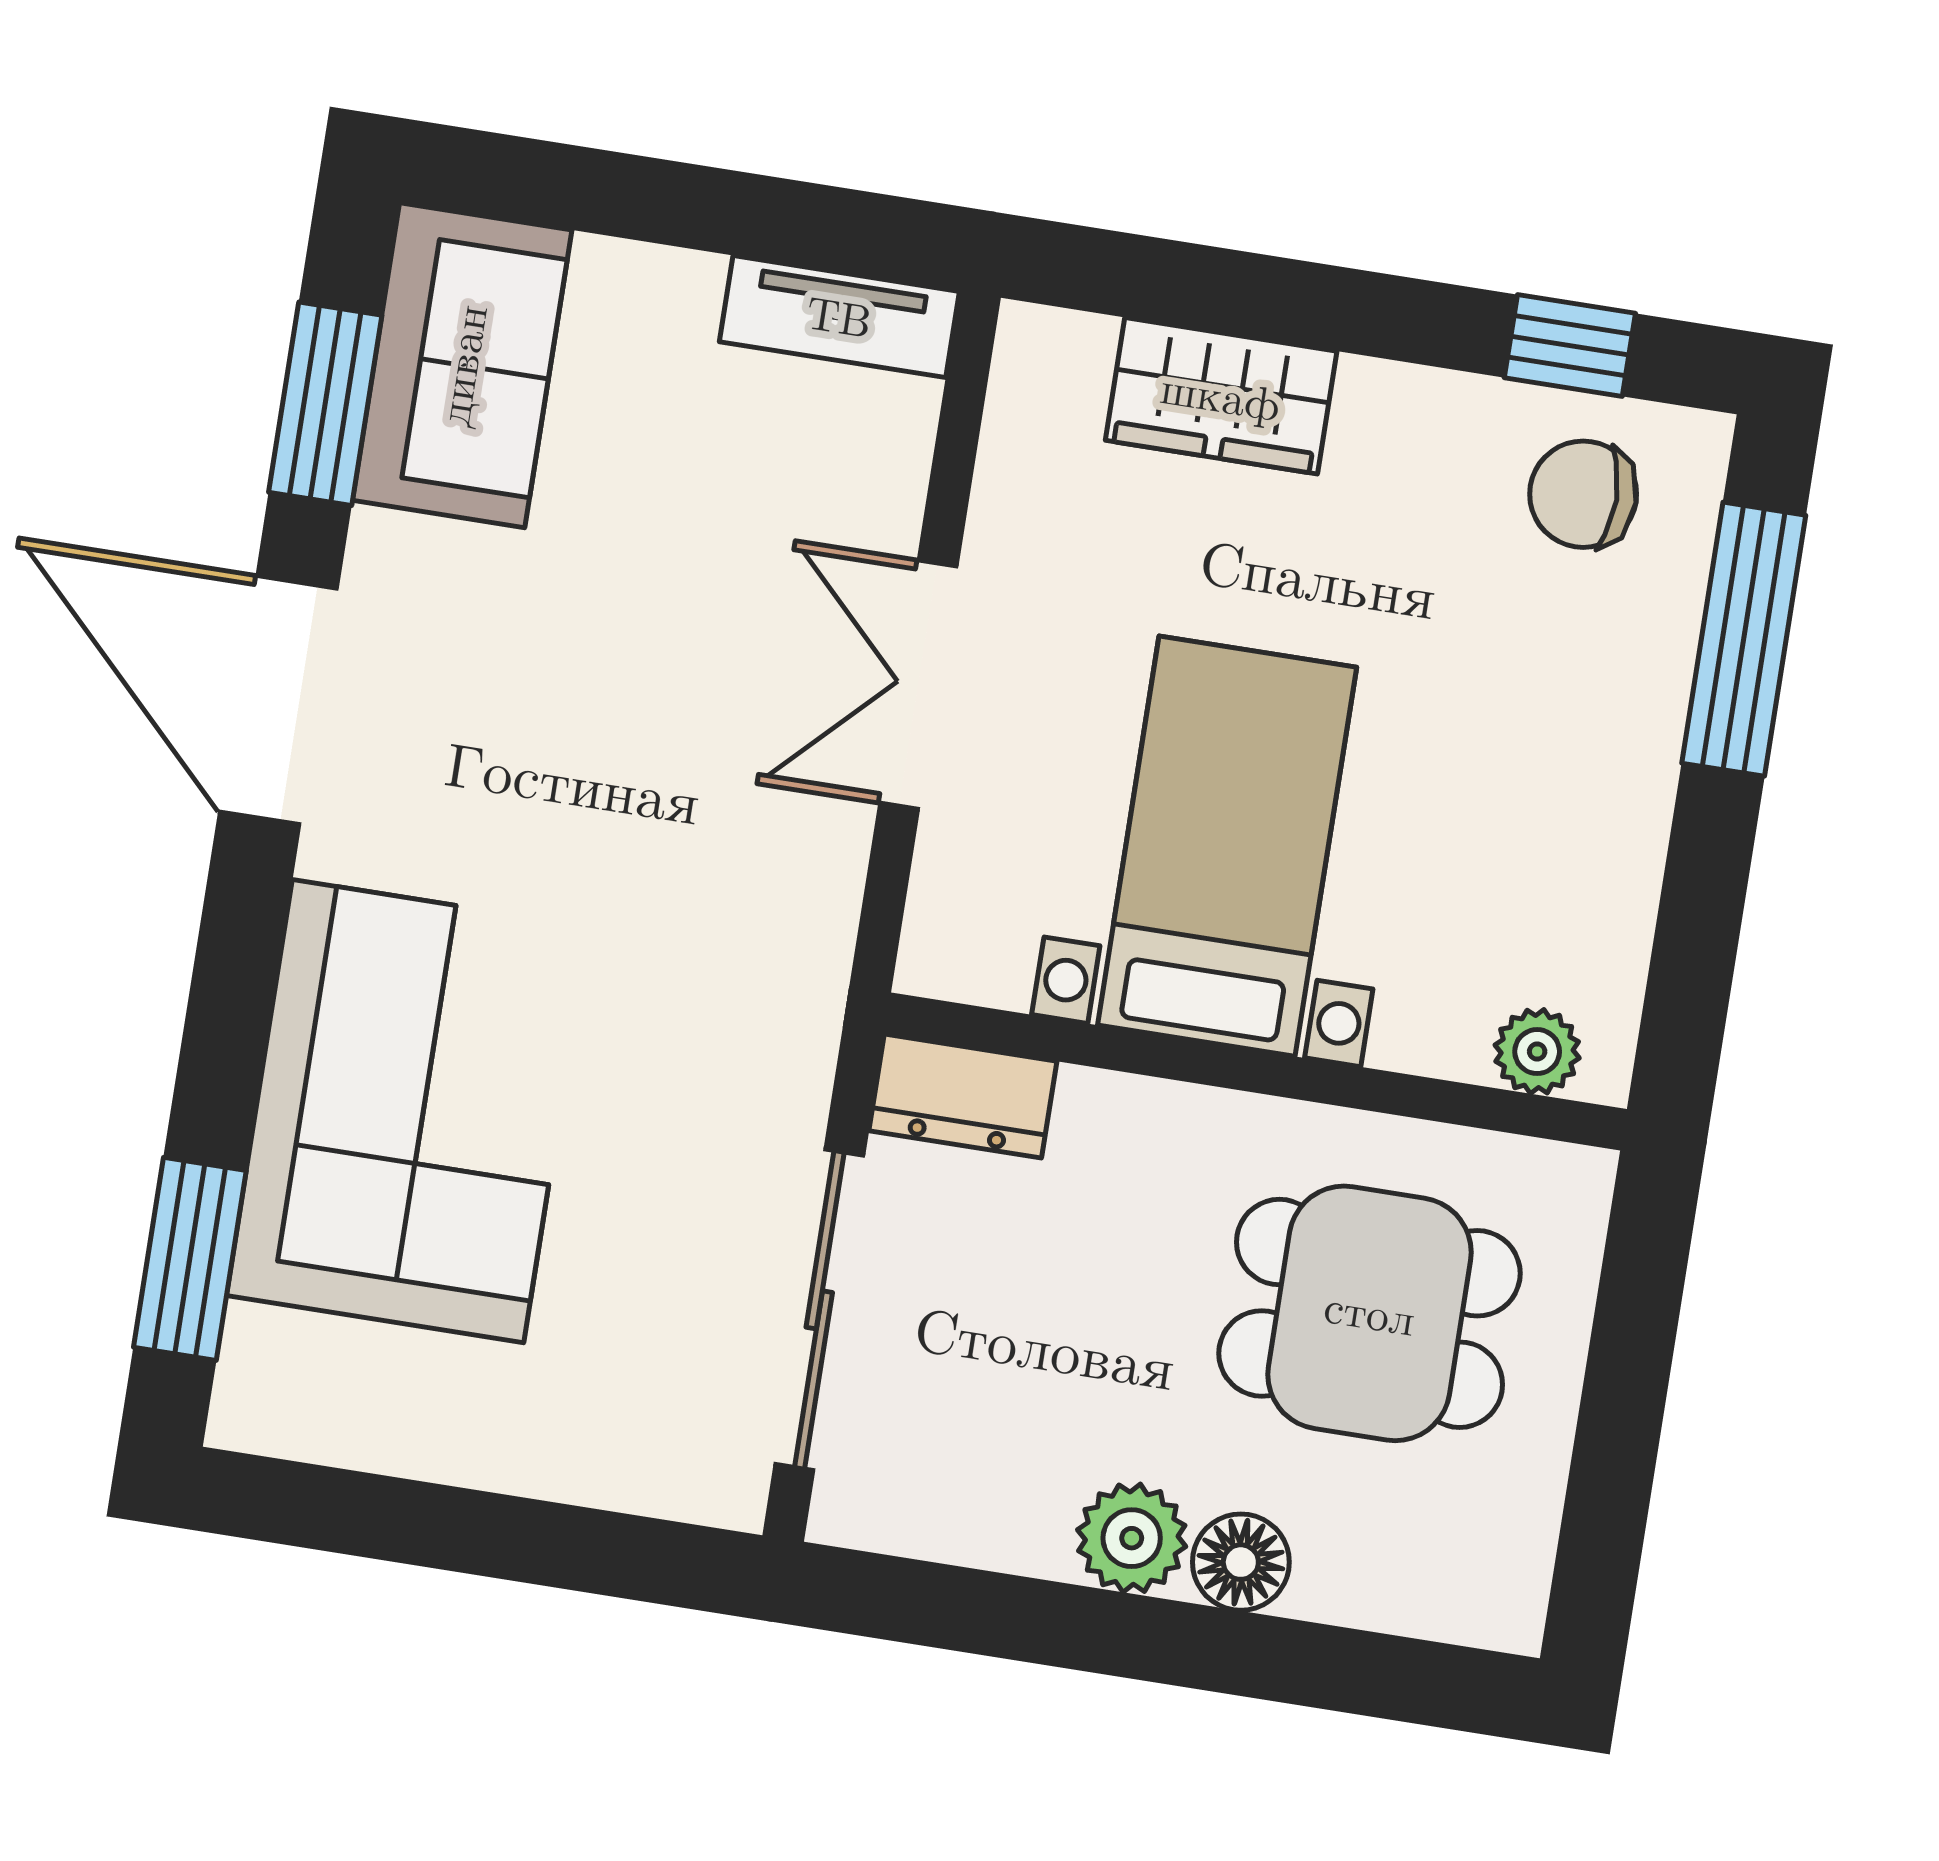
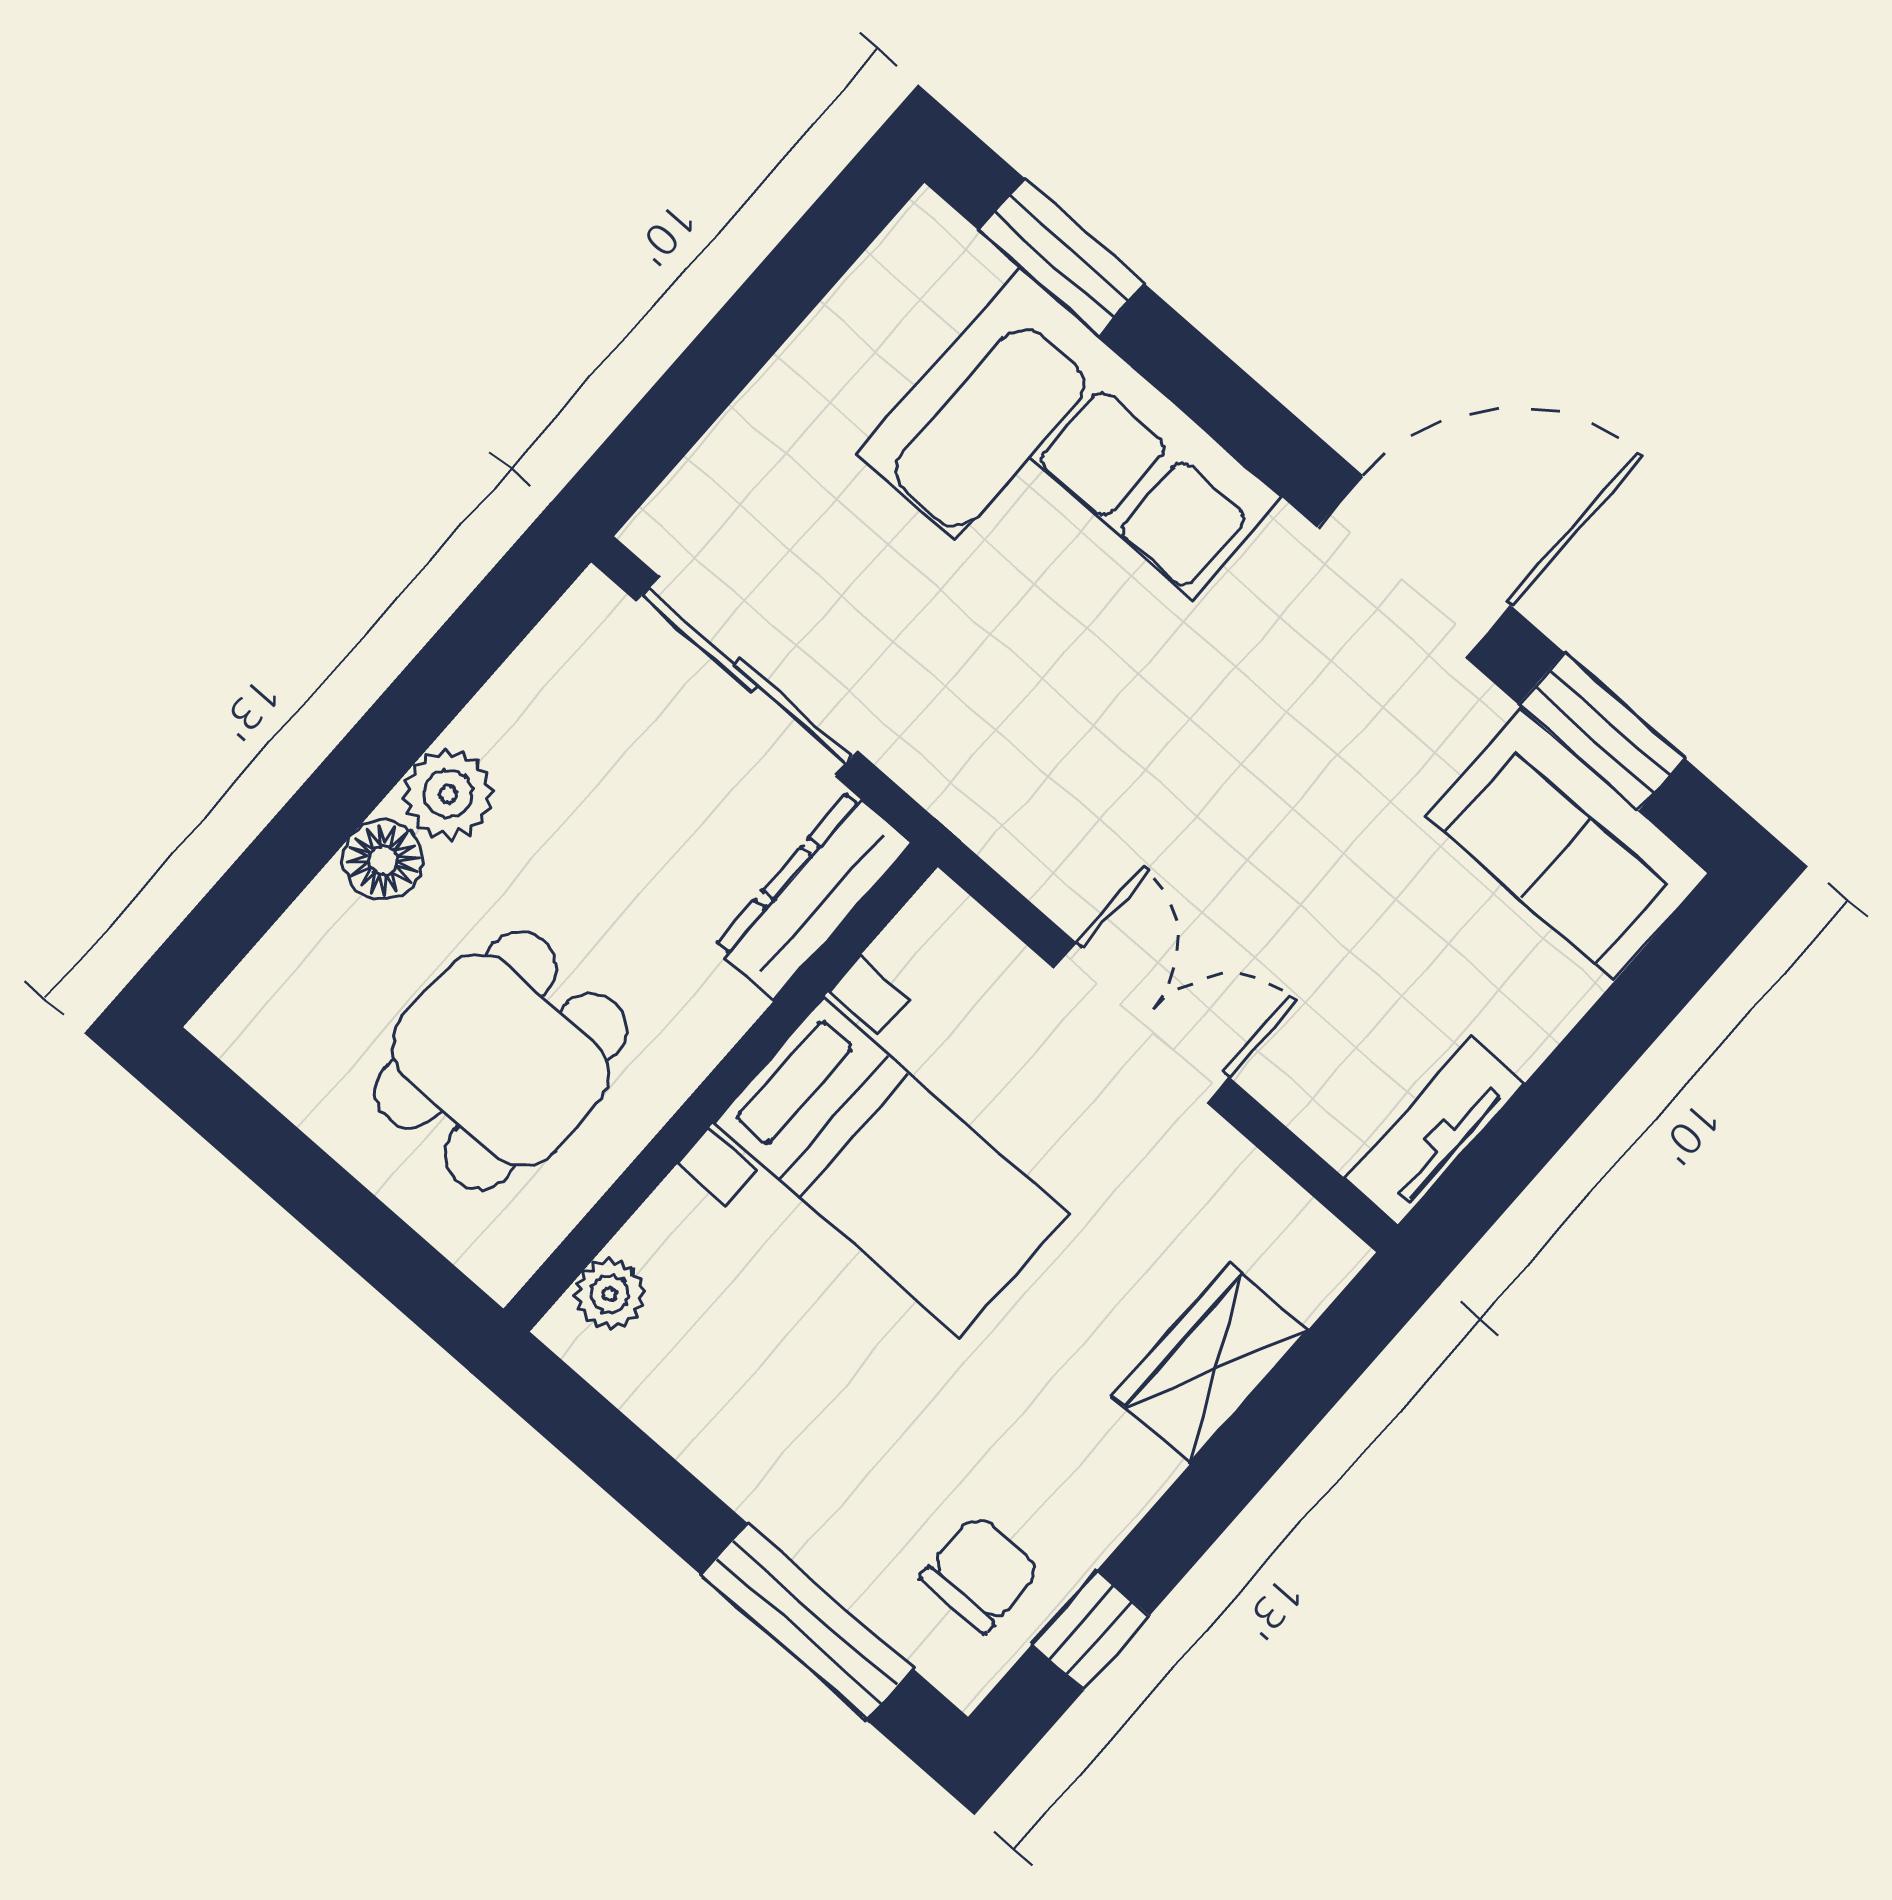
dresser: (963, 1096) -> (812, 895), width x1.44

